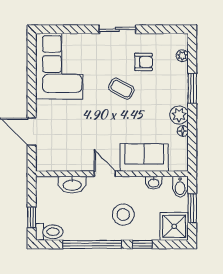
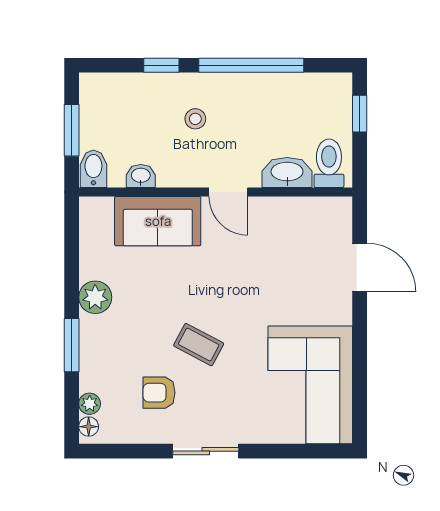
floor lamp: (183, 131) -> (89, 427), moved
stool: (123, 215) -> (195, 119), width x0.53, depth x0.53
shower: (174, 226) -> (104, 98), removed
toilet: (49, 232) -> (329, 163), moved, turned 90

